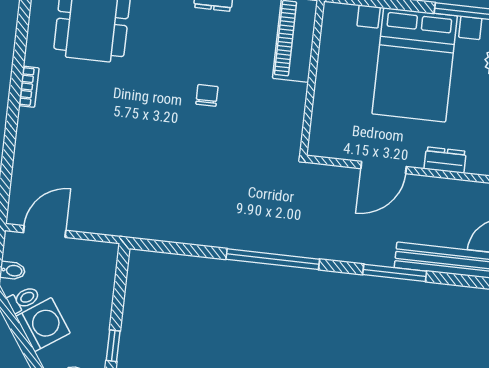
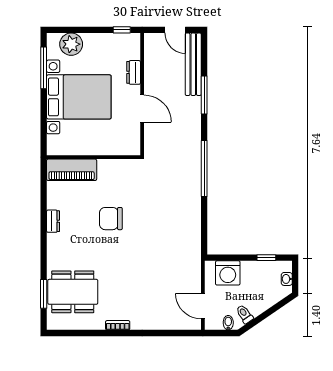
chair: (207, 95) -> (111, 219), width x1.87, depth x1.87
washing machine: (43, 325) -> (228, 273), moved, turned -146

